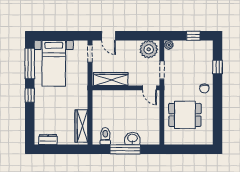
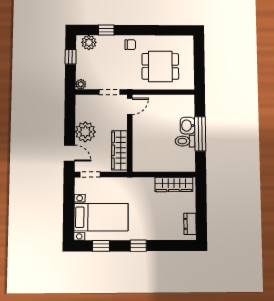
door: (108, 36) -> (69, 153), hinge flipped
plant: (149, 49) -> (85, 132), moved
plant: (206, 52) -> (89, 42), added
window: (30, 64) -> (101, 246), width x0.46
dining table: (185, 115) -> (160, 66), turned 90
toilet: (105, 136) -> (185, 141), moved

